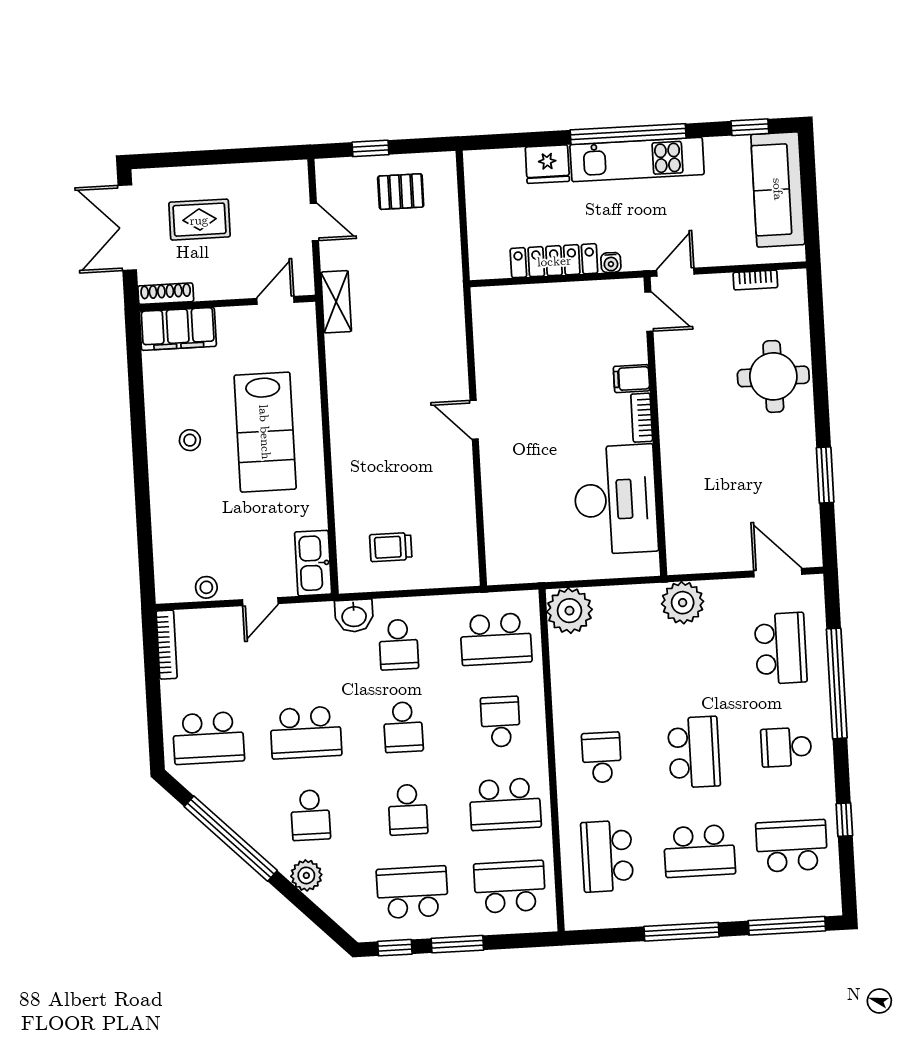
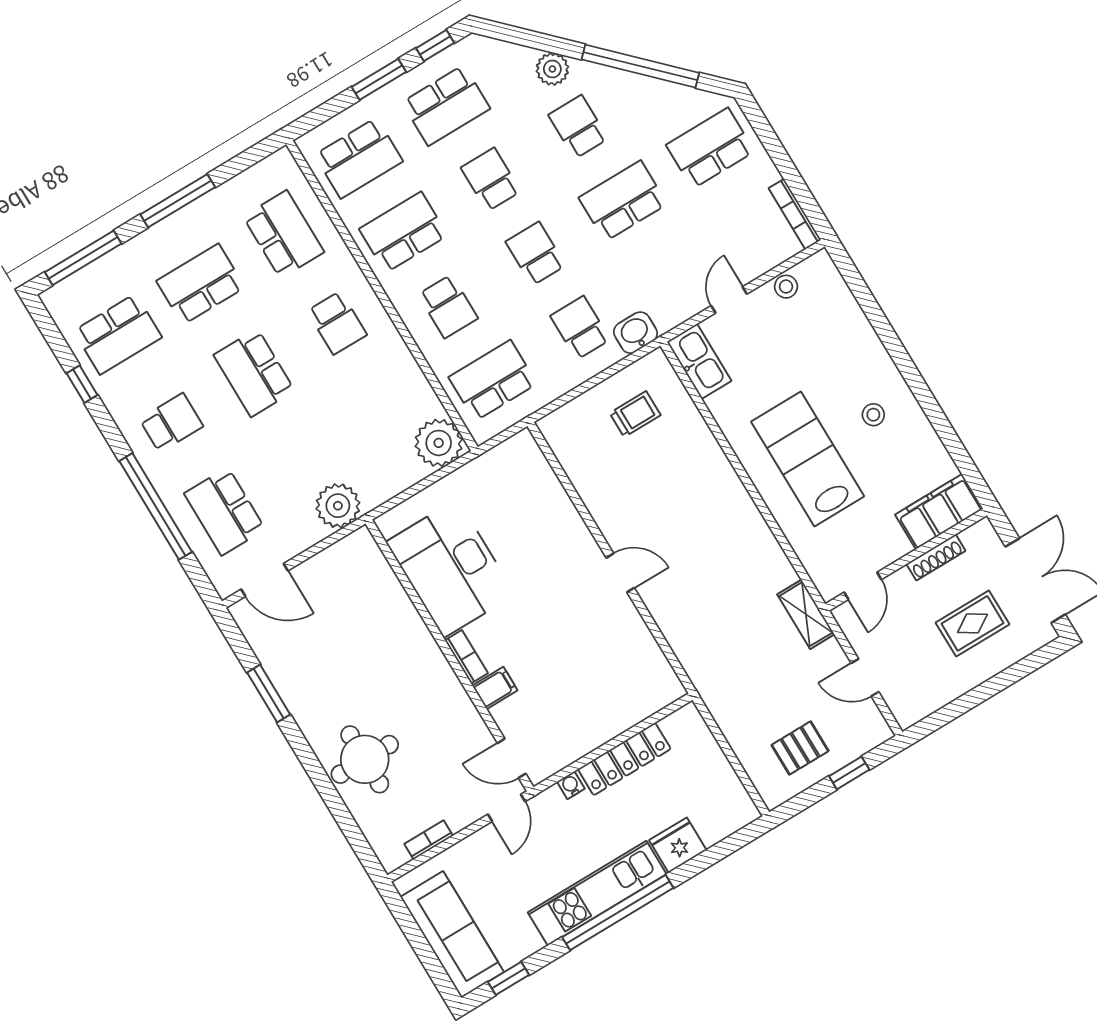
shoe rack: (166, 294) -> (936, 557), moved

